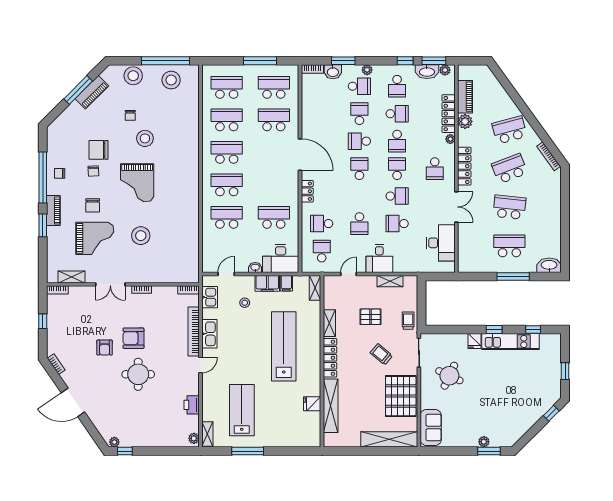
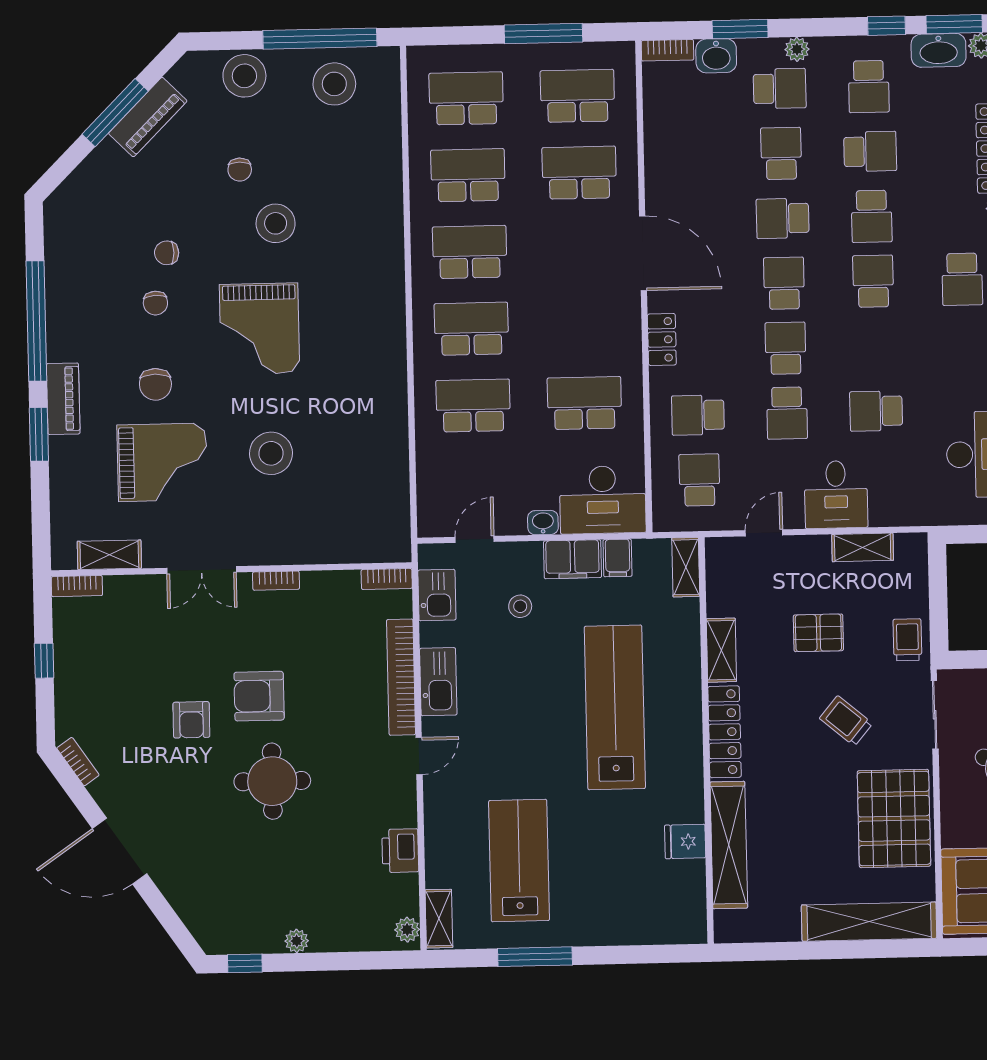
chair: (99, 150) -> (167, 253), width x0.54, depth x0.54
chair: (60, 173) -> (76, 310), removed
school desk: (397, 196) -> (786, 348), moved, turned -90
plant: (114, 442) -> (297, 941), moved

